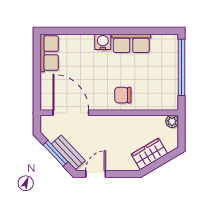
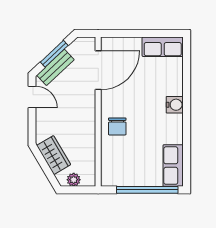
row of seats: (131, 43) -> (173, 166), moved
chair: (123, 95) -> (117, 126), turned 180
plant: (172, 121) -> (74, 180), moved

